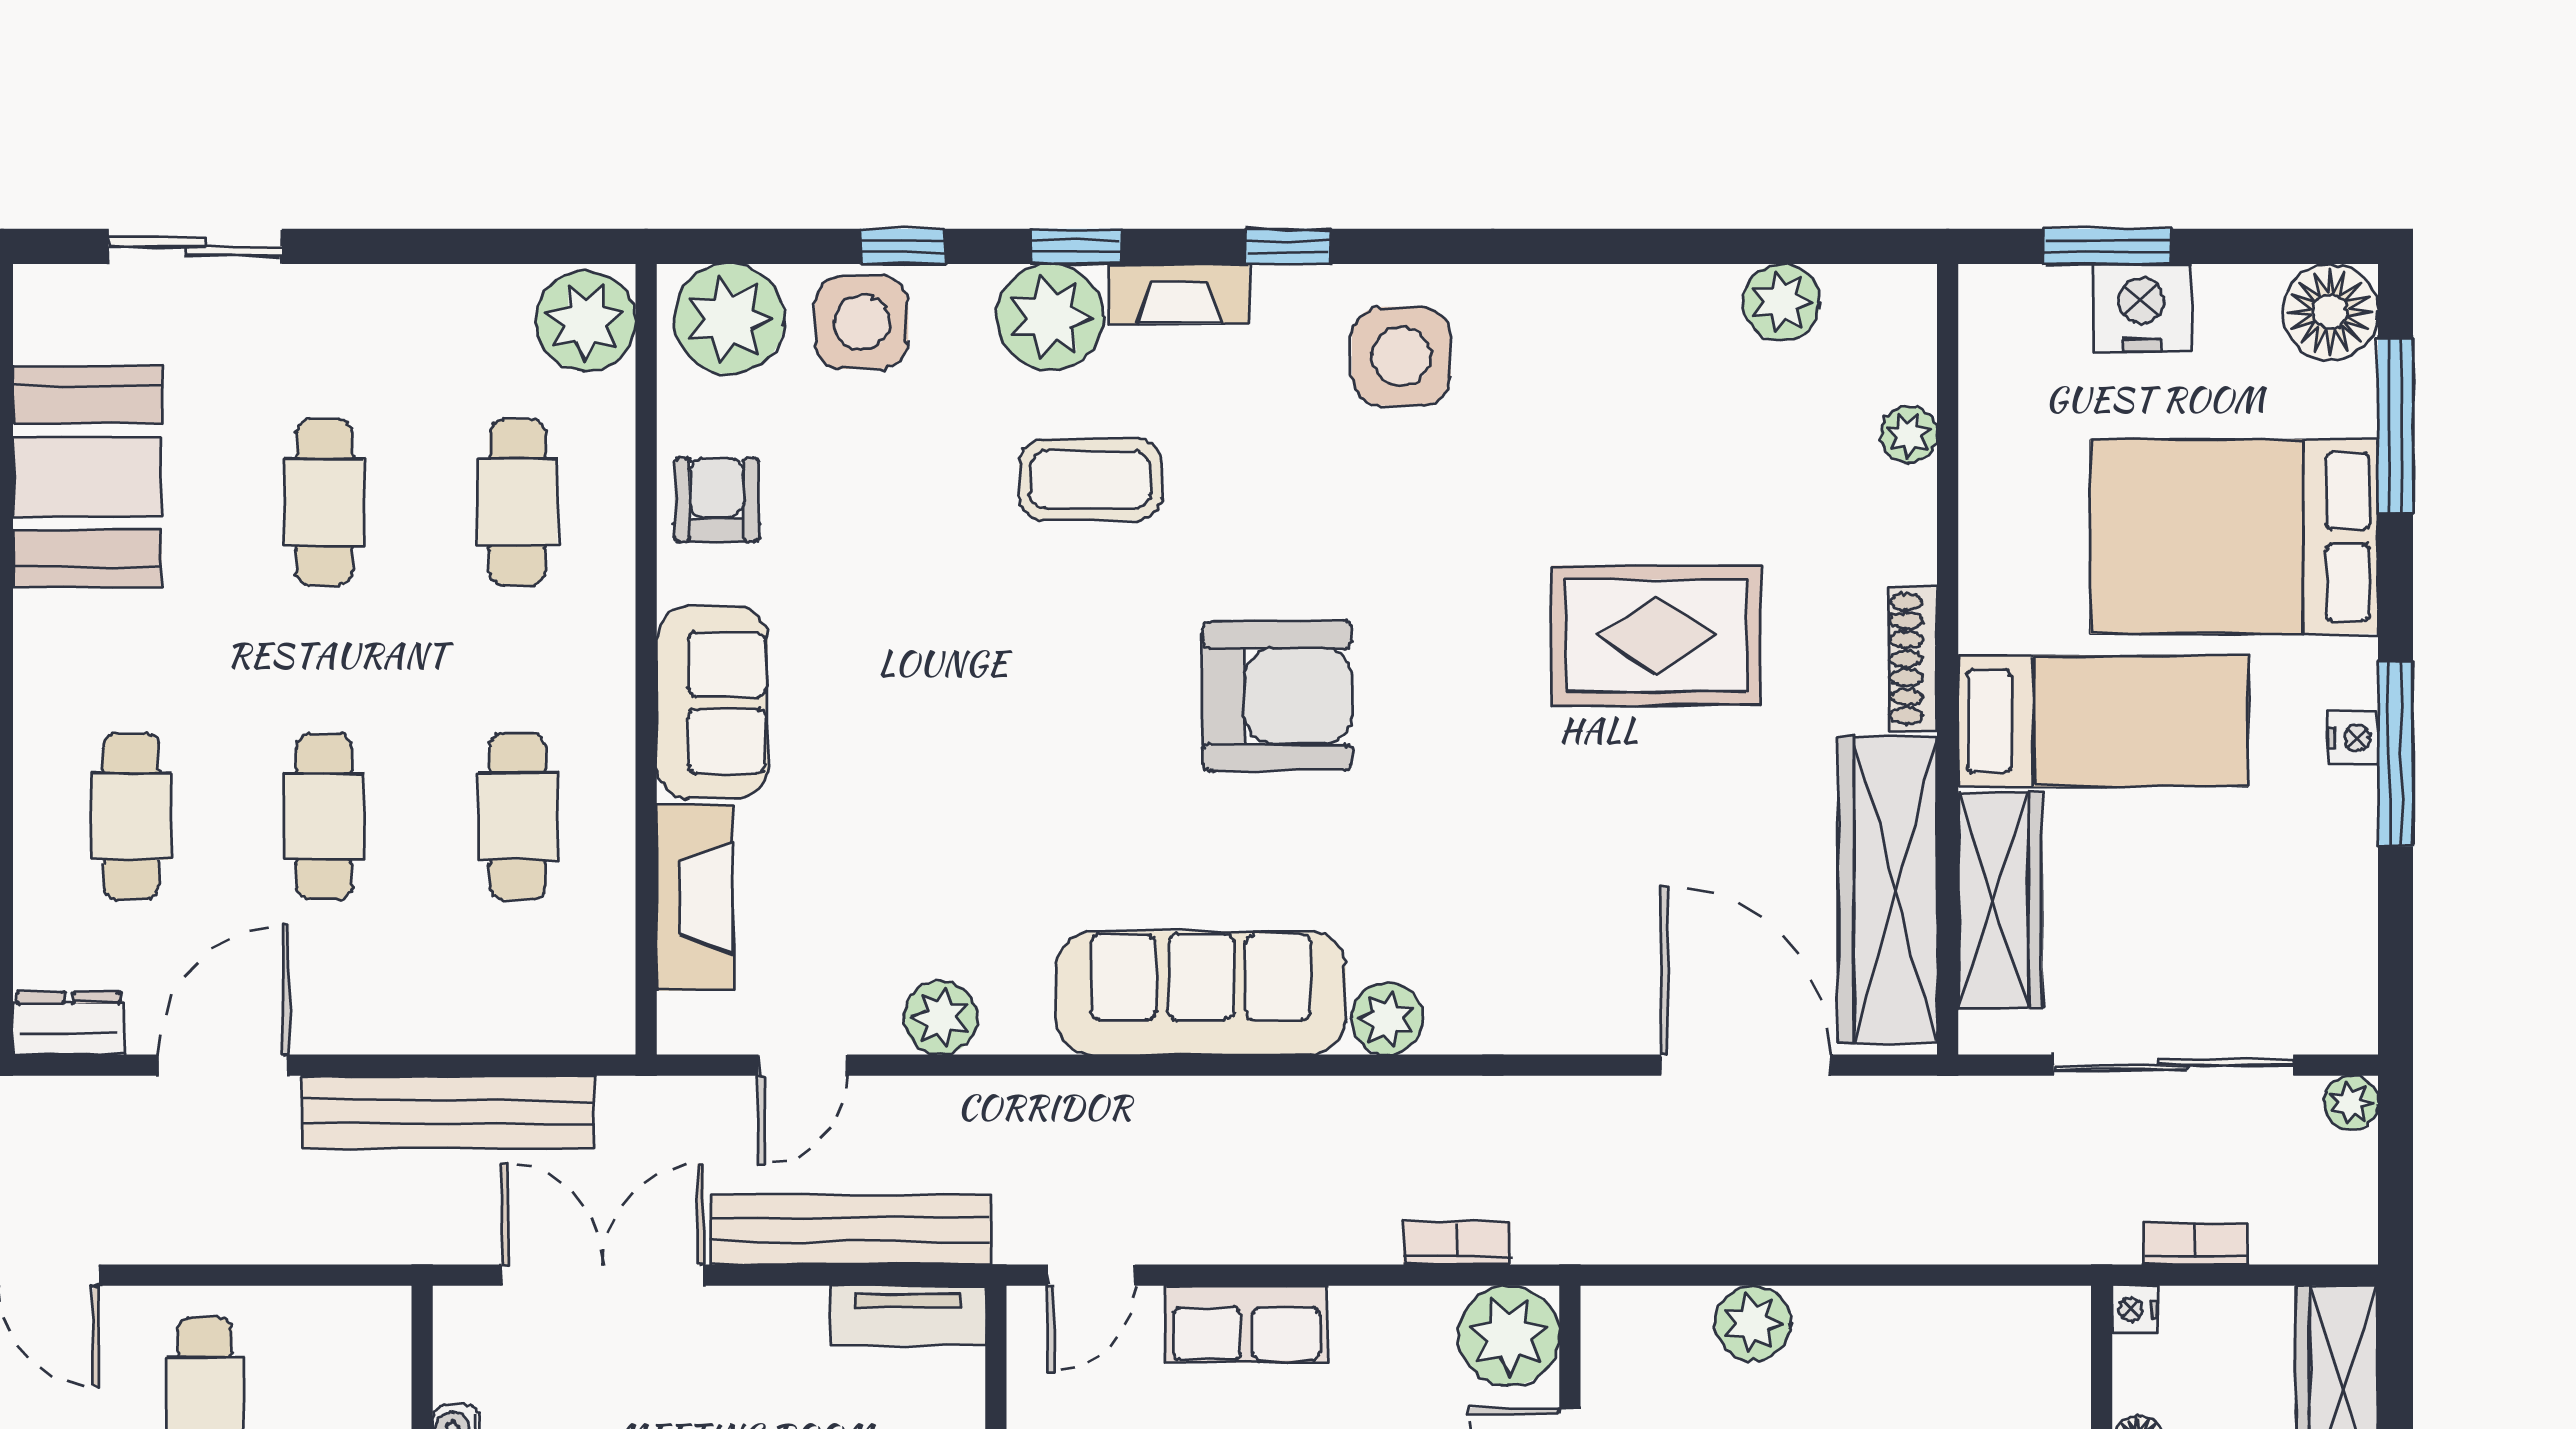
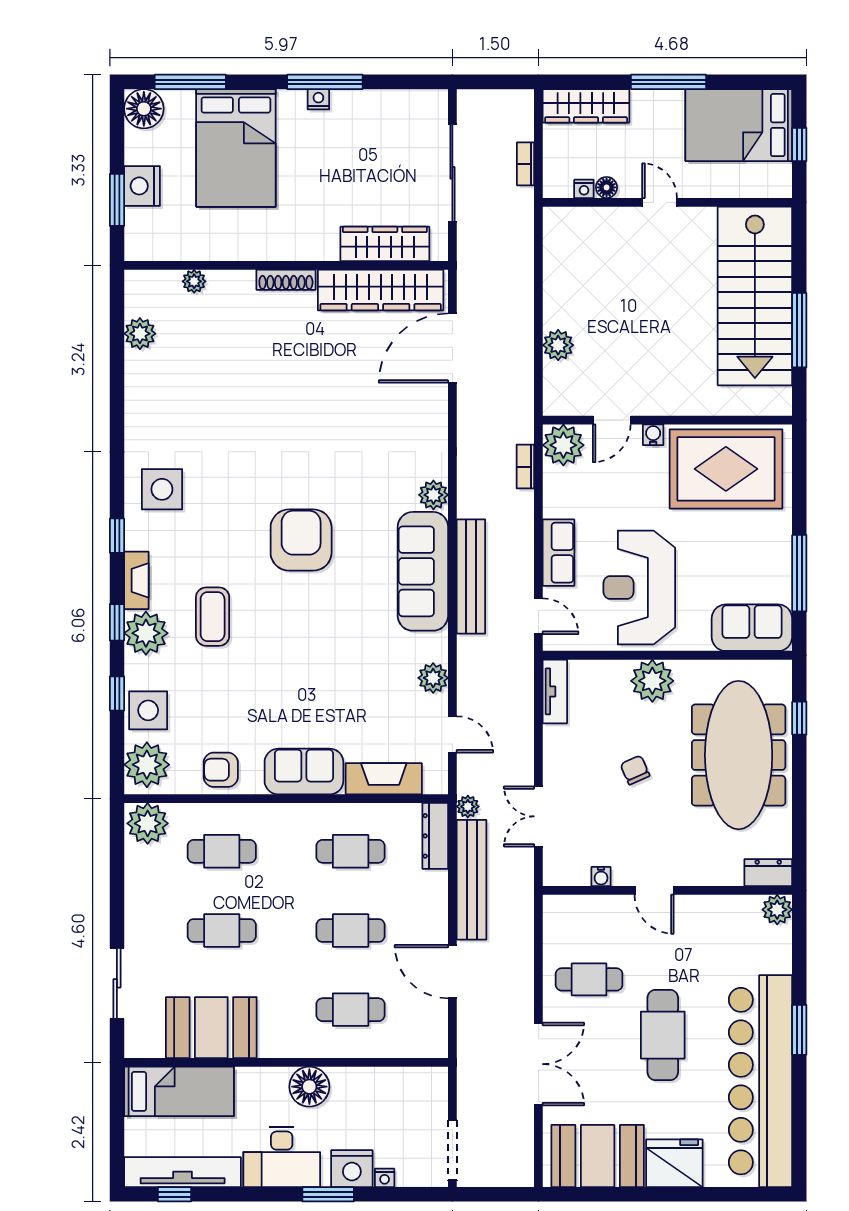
rug: (1656, 635) -> (276, 385), removed
bed: (2103, 721) -> (311, 202), removed
dresser: (69, 1023) -> (435, 836), moved, width x1.44
plant: (2351, 1103) -> (468, 807), moved
bench: (850, 1230) -> (471, 576), moved
double door: (603, 1275) -> (538, 816), width x0.73
nightstand: (2135, 1309) -> (584, 189), moved

